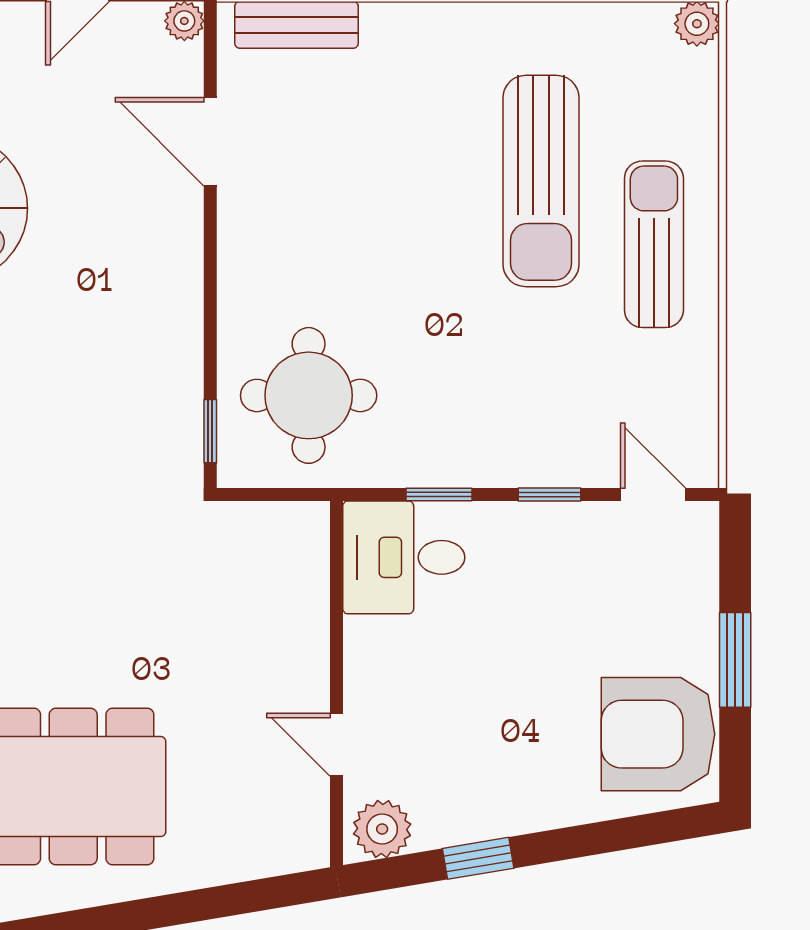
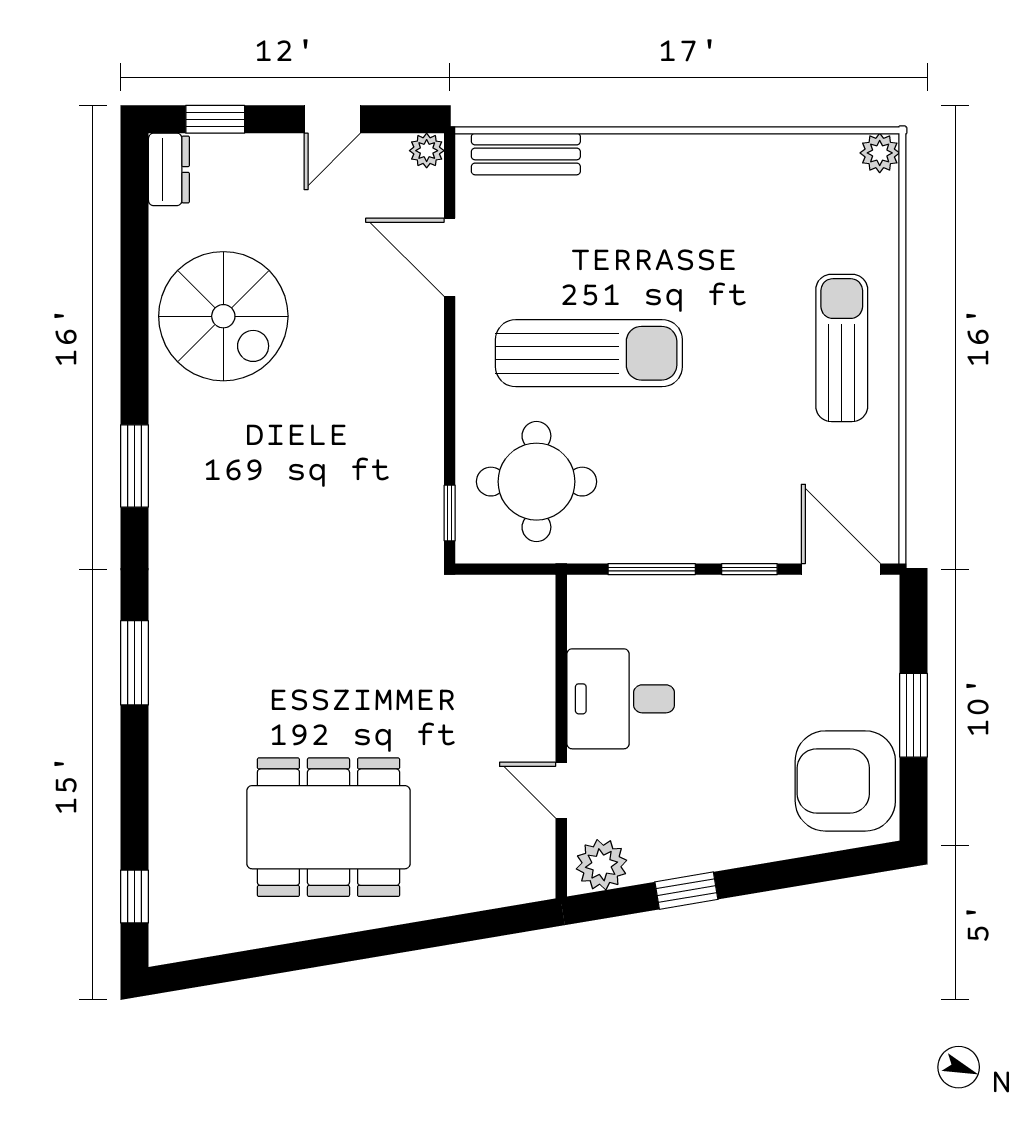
sun lounger: (541, 181) -> (589, 353), moved, turned -90
window: (439, 495) -> (652, 569), width x1.50
door: (653, 495) -> (841, 569), width x1.37
desk: (404, 557) -> (621, 699), moved

